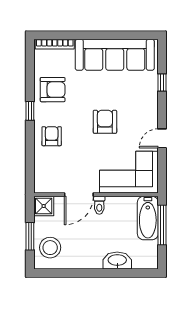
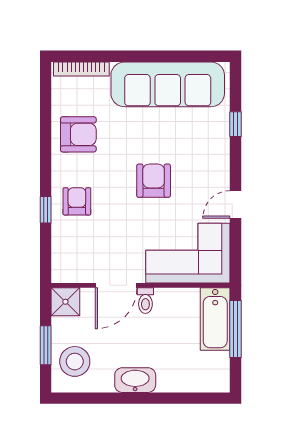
window: (30, 111) -> (46, 210), moved
washbasin: (117, 261) -> (135, 380), moved

